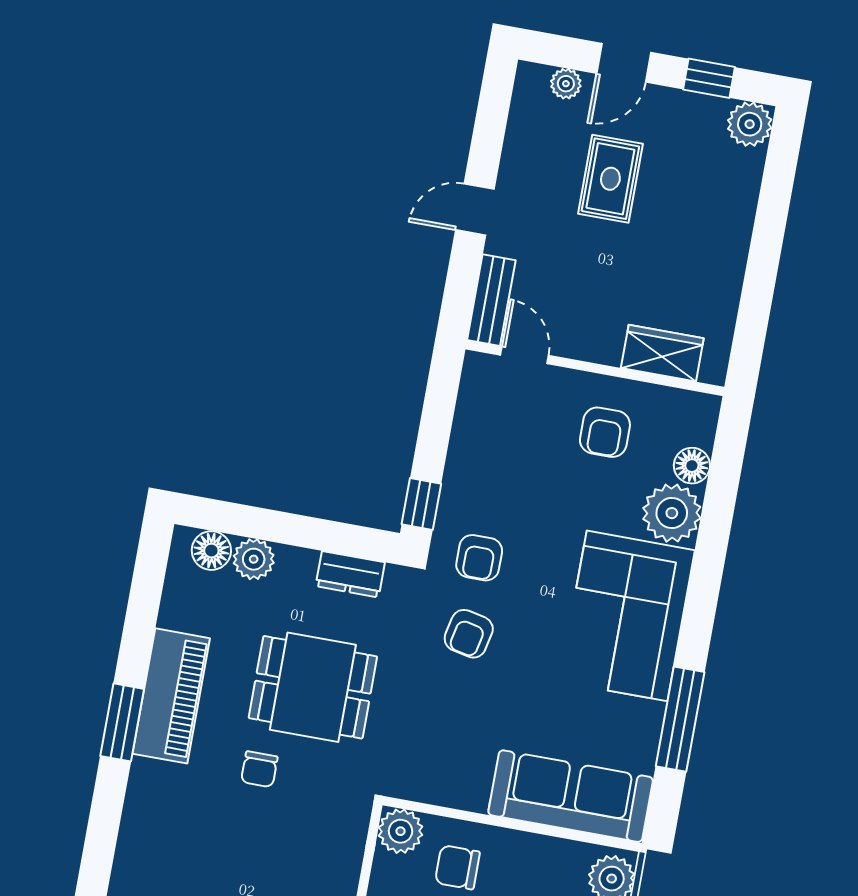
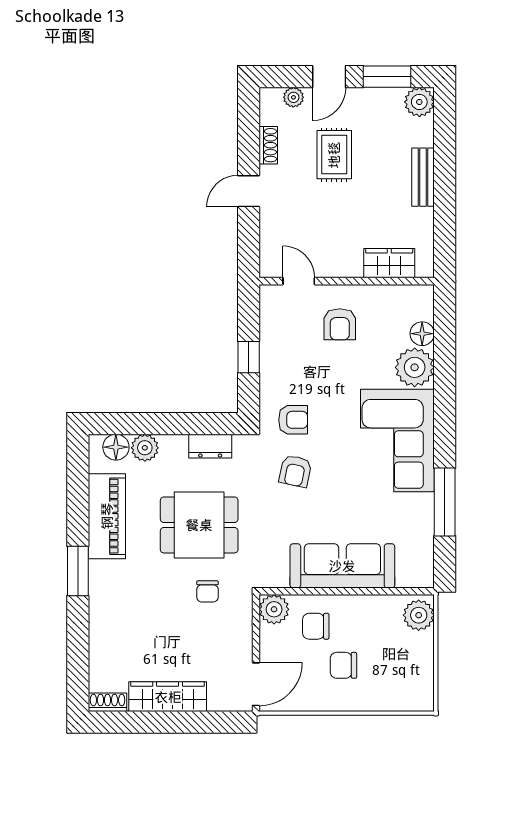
window: (709, 78) -> (387, 77), width x1.50
shoe rack: (516, 147) -> (268, 145), added
bench: (491, 300) -> (423, 177), moved
armchair: (605, 432) -> (340, 324), moved
window: (421, 504) -> (249, 357), moved
armchair: (479, 558) -> (293, 420), turned -90
piano: (171, 696) -> (107, 516), moved
chair: (259, 769) -> (207, 591), moved
sofa: (571, 796) -> (342, 566), moved

